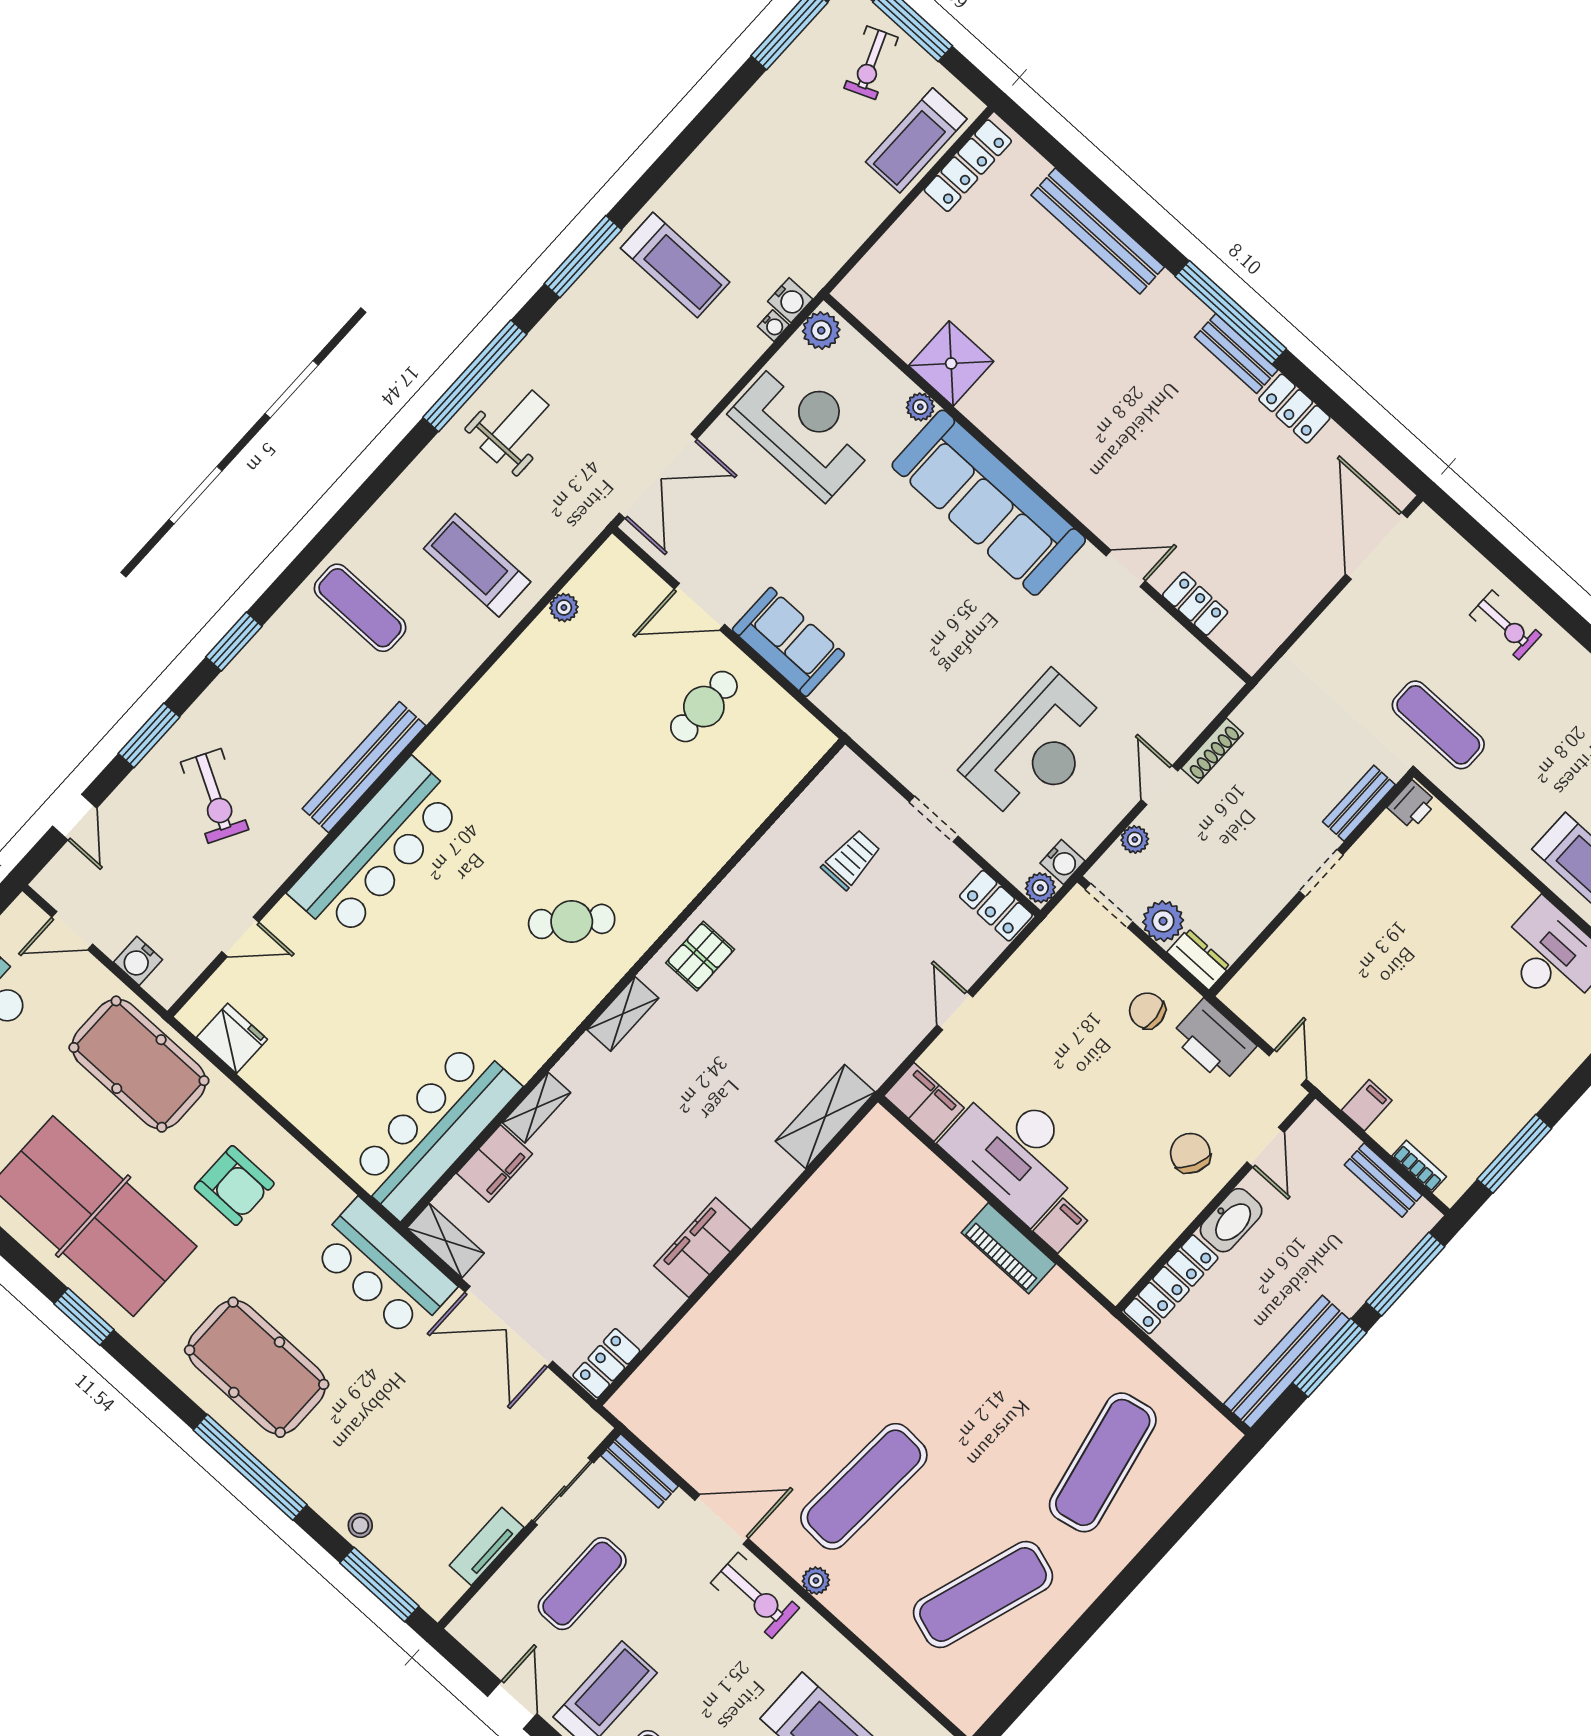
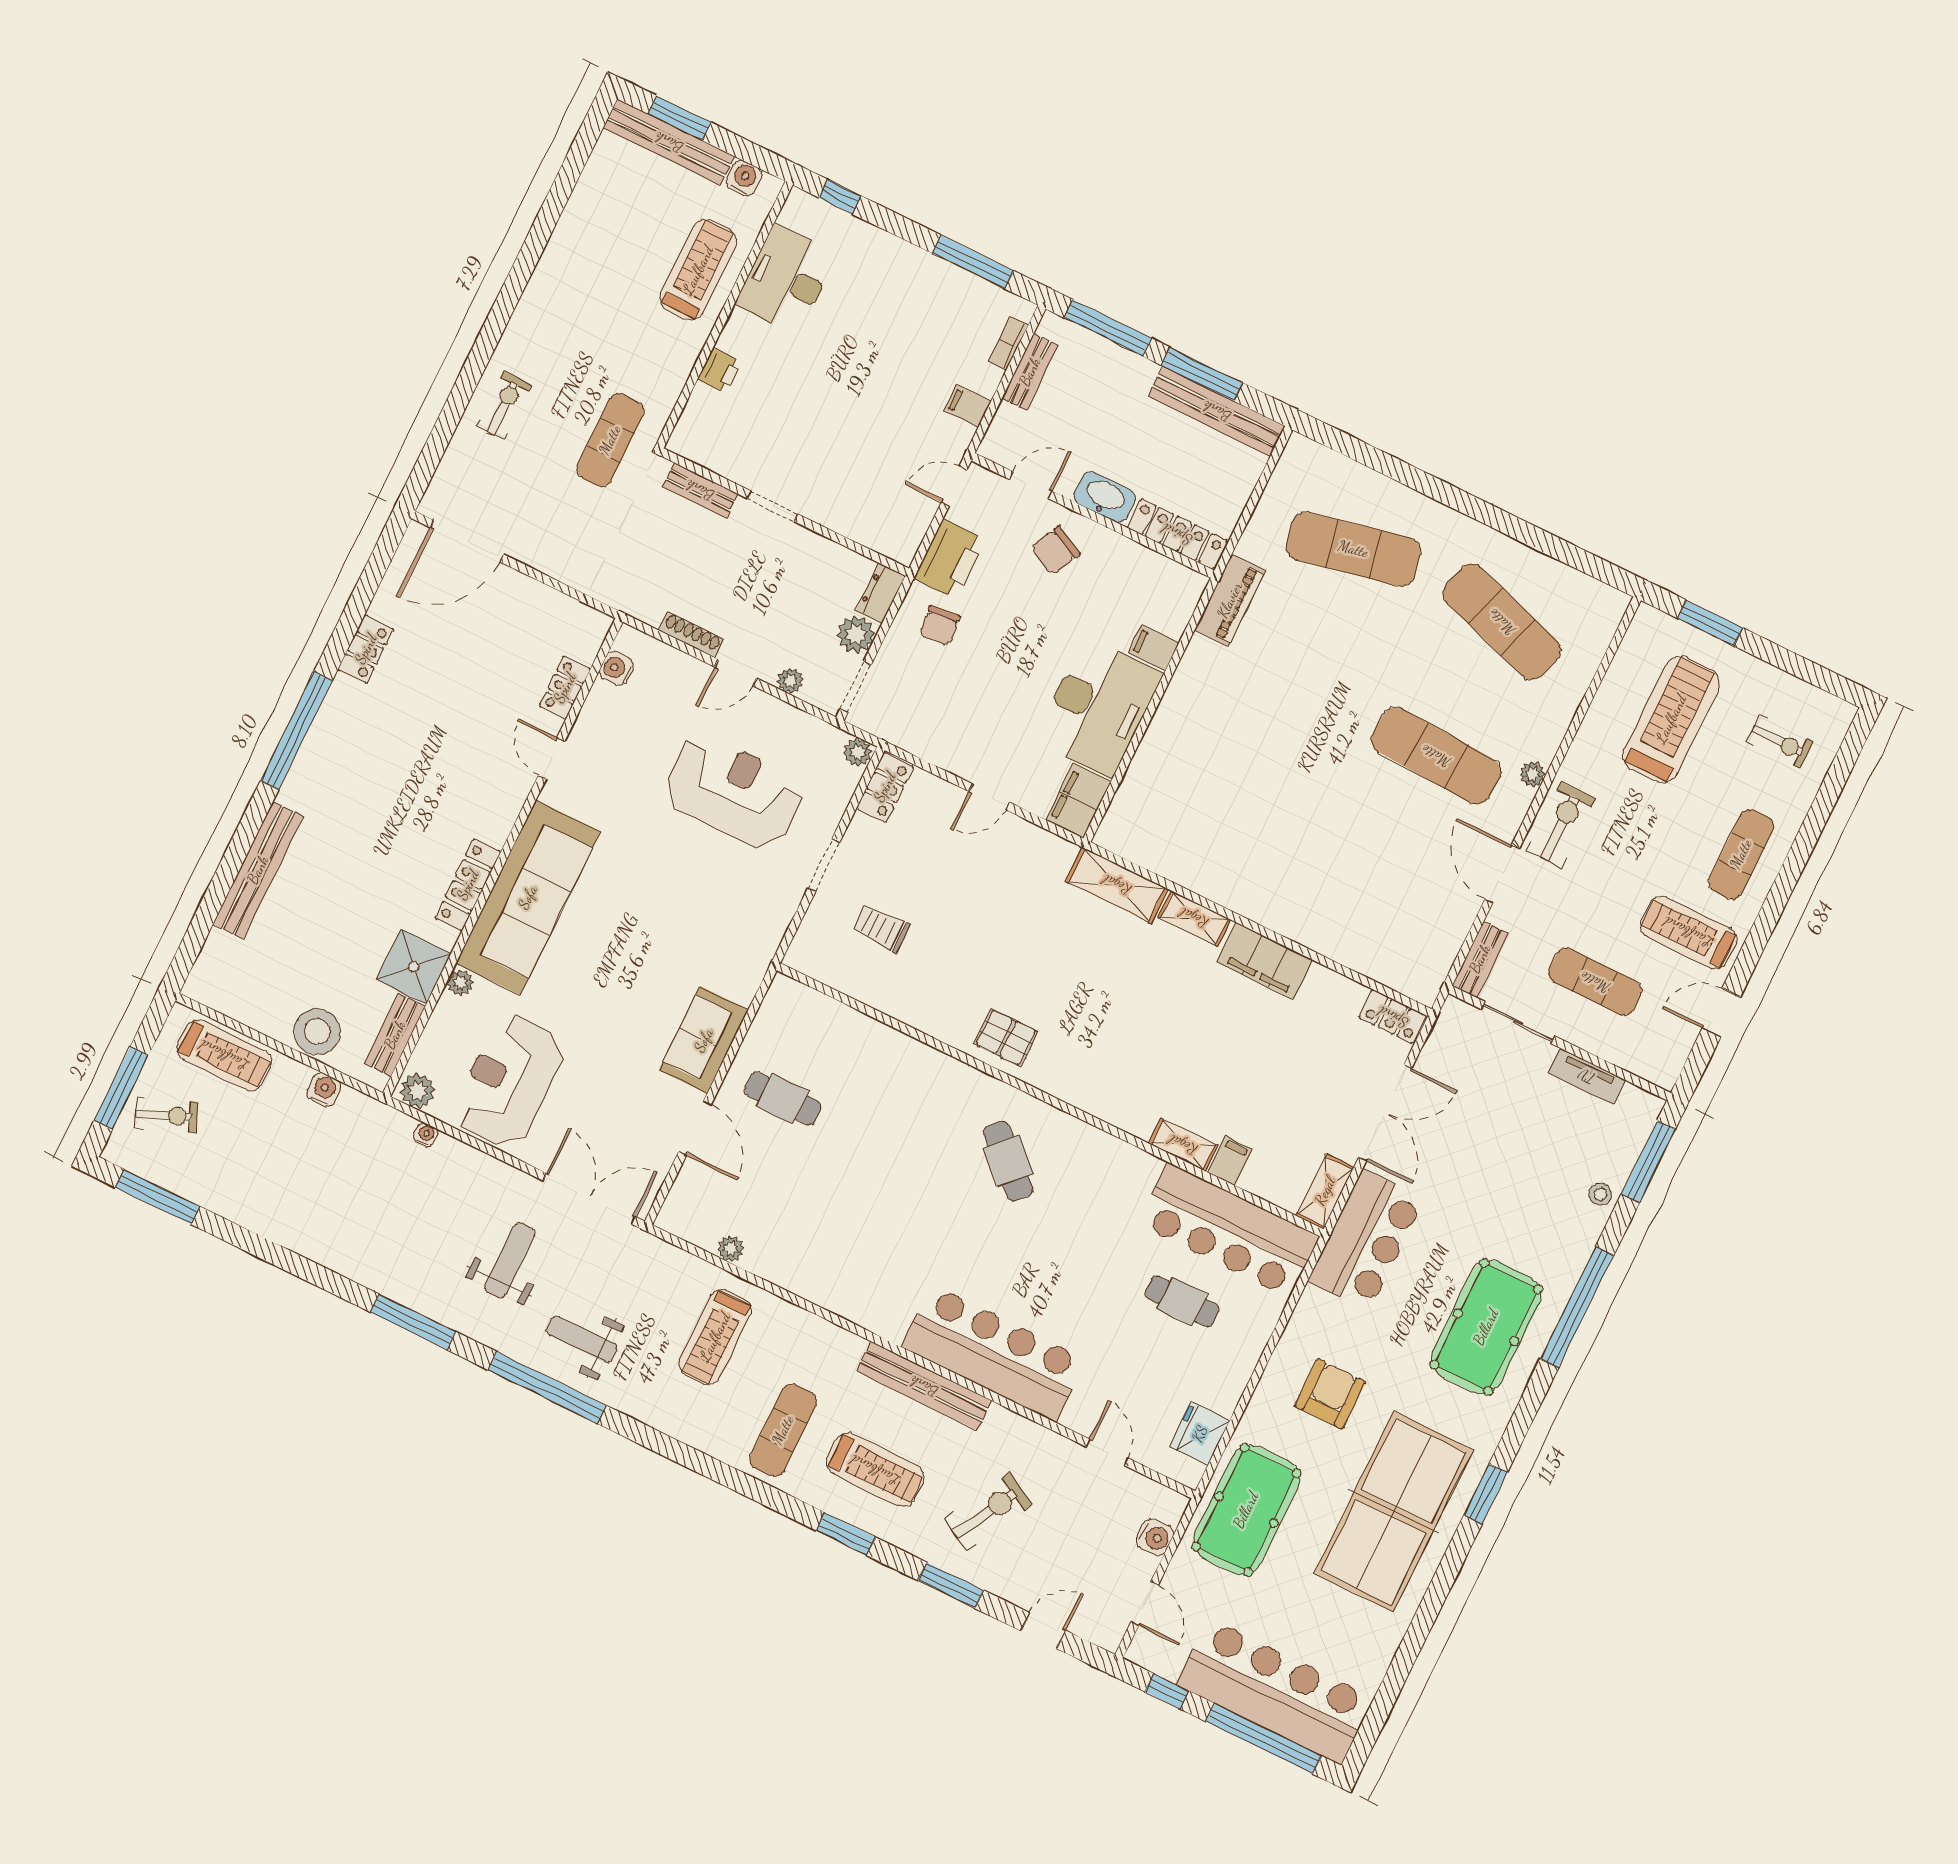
locker: (968, 166) -> (468, 885), moved, turned -90
stool: (913, 244) -> (317, 1031), added
treadmill: (675, 265) -> (875, 1470), moved, turned 90
water cooler: (790, 300) -> (324, 1090), moved
bench: (1236, 354) -> (395, 1035), moved
weight bench: (618, 375) -> (510, 1260), added
printer: (1412, 805) -> (719, 370), moved, turned 90
water cooler: (1062, 862) -> (616, 668), moved, turned -90
shelving: (623, 1014) -> (1194, 918), moved
cafe table: (374, 1060) -> (1182, 1301), added
filing cabinet: (495, 1164) -> (1230, 1161), width x0.50
piano: (1009, 1248) -> (1230, 600), moved

